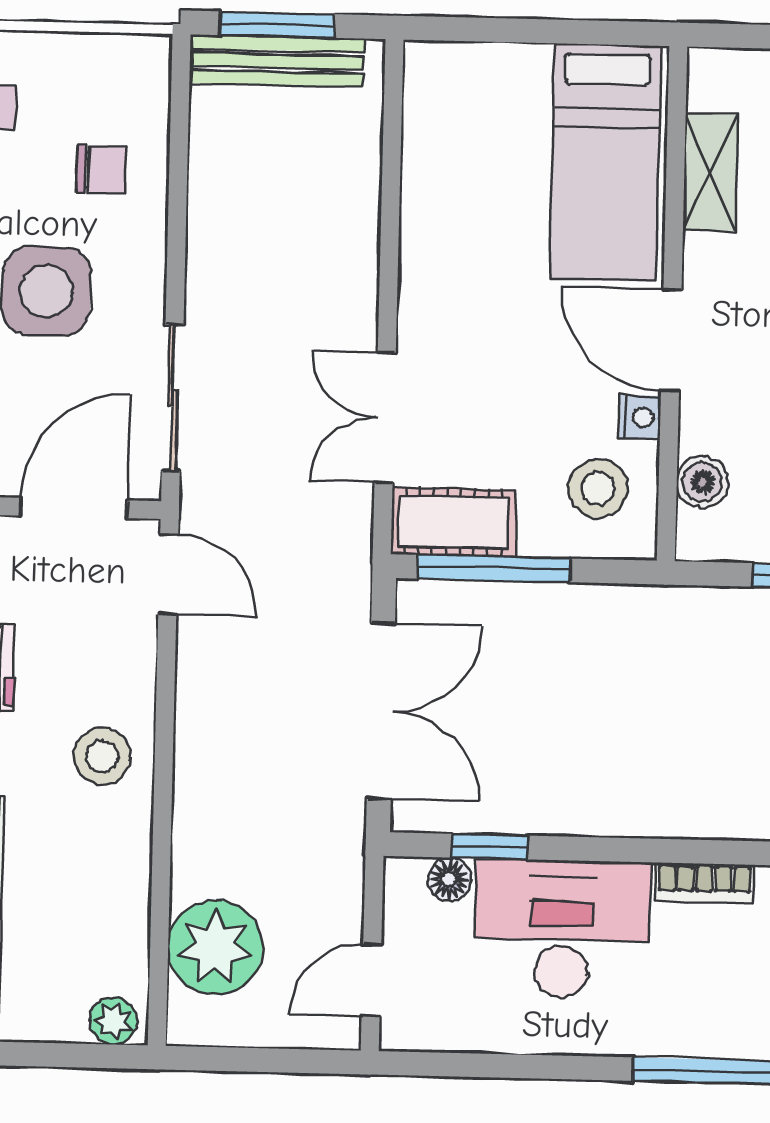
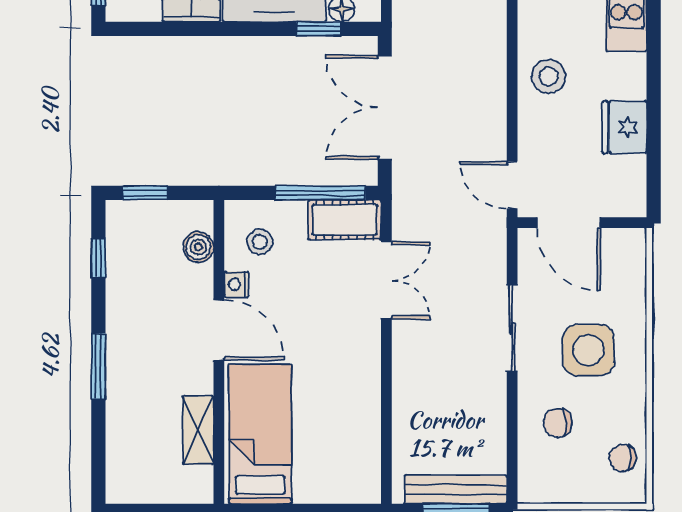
sliding door: (173, 398) -> (512, 328), moved
stool: (598, 488) -> (260, 242), width x0.73, depth x0.73
door: (74, 508) -> (569, 223), hinge flipped

